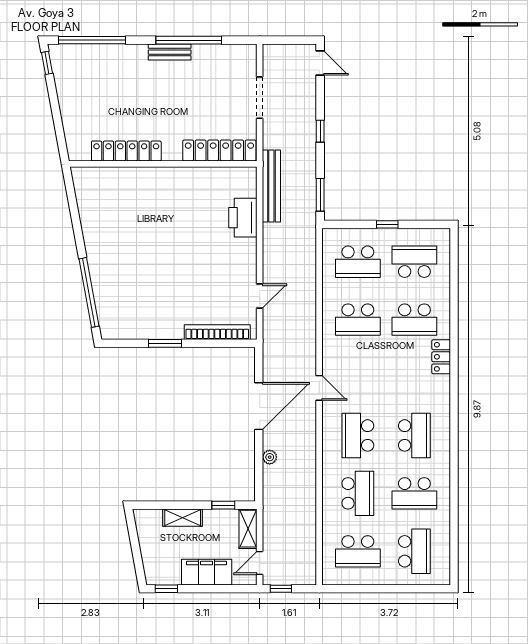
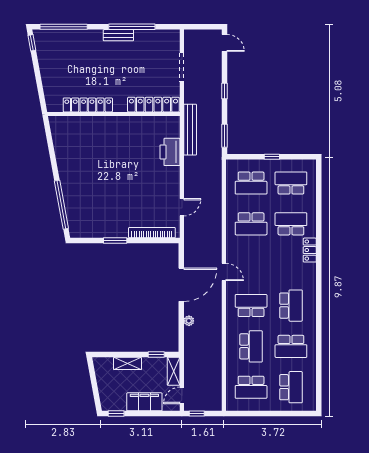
school desk: (414, 320) -> (291, 224), turned 180
school desk: (358, 435) -> (251, 306), turned 90

